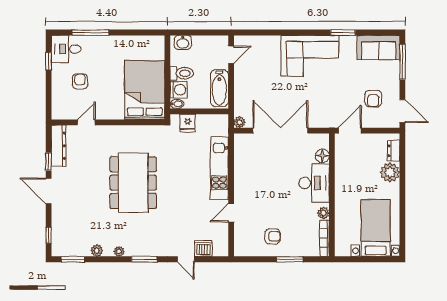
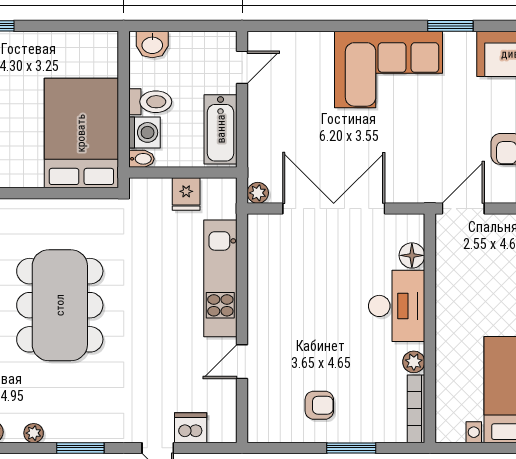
fridge: (188, 123) -> (186, 194), moved

